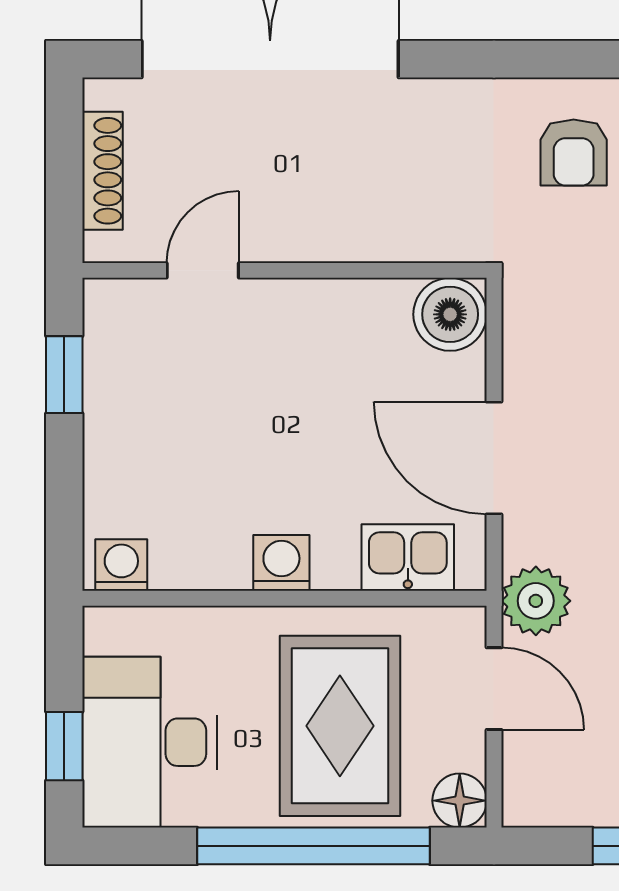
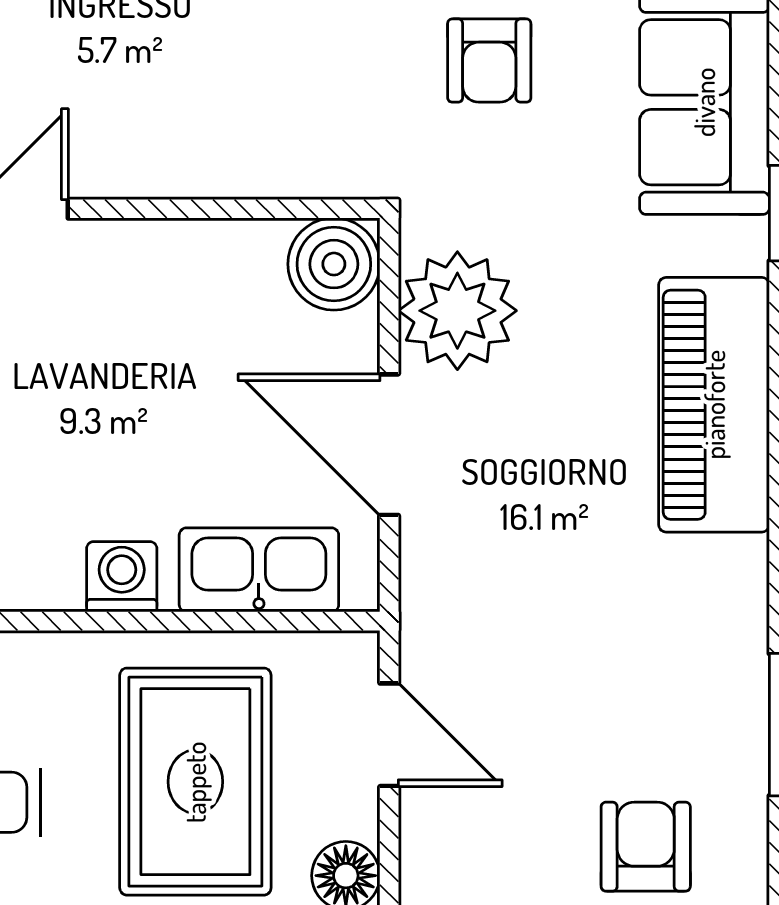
kitchen sink: (408, 558) -> (259, 570), width x1.38
plant: (536, 601) -> (457, 311), moved, width x1.36, depth x1.36

